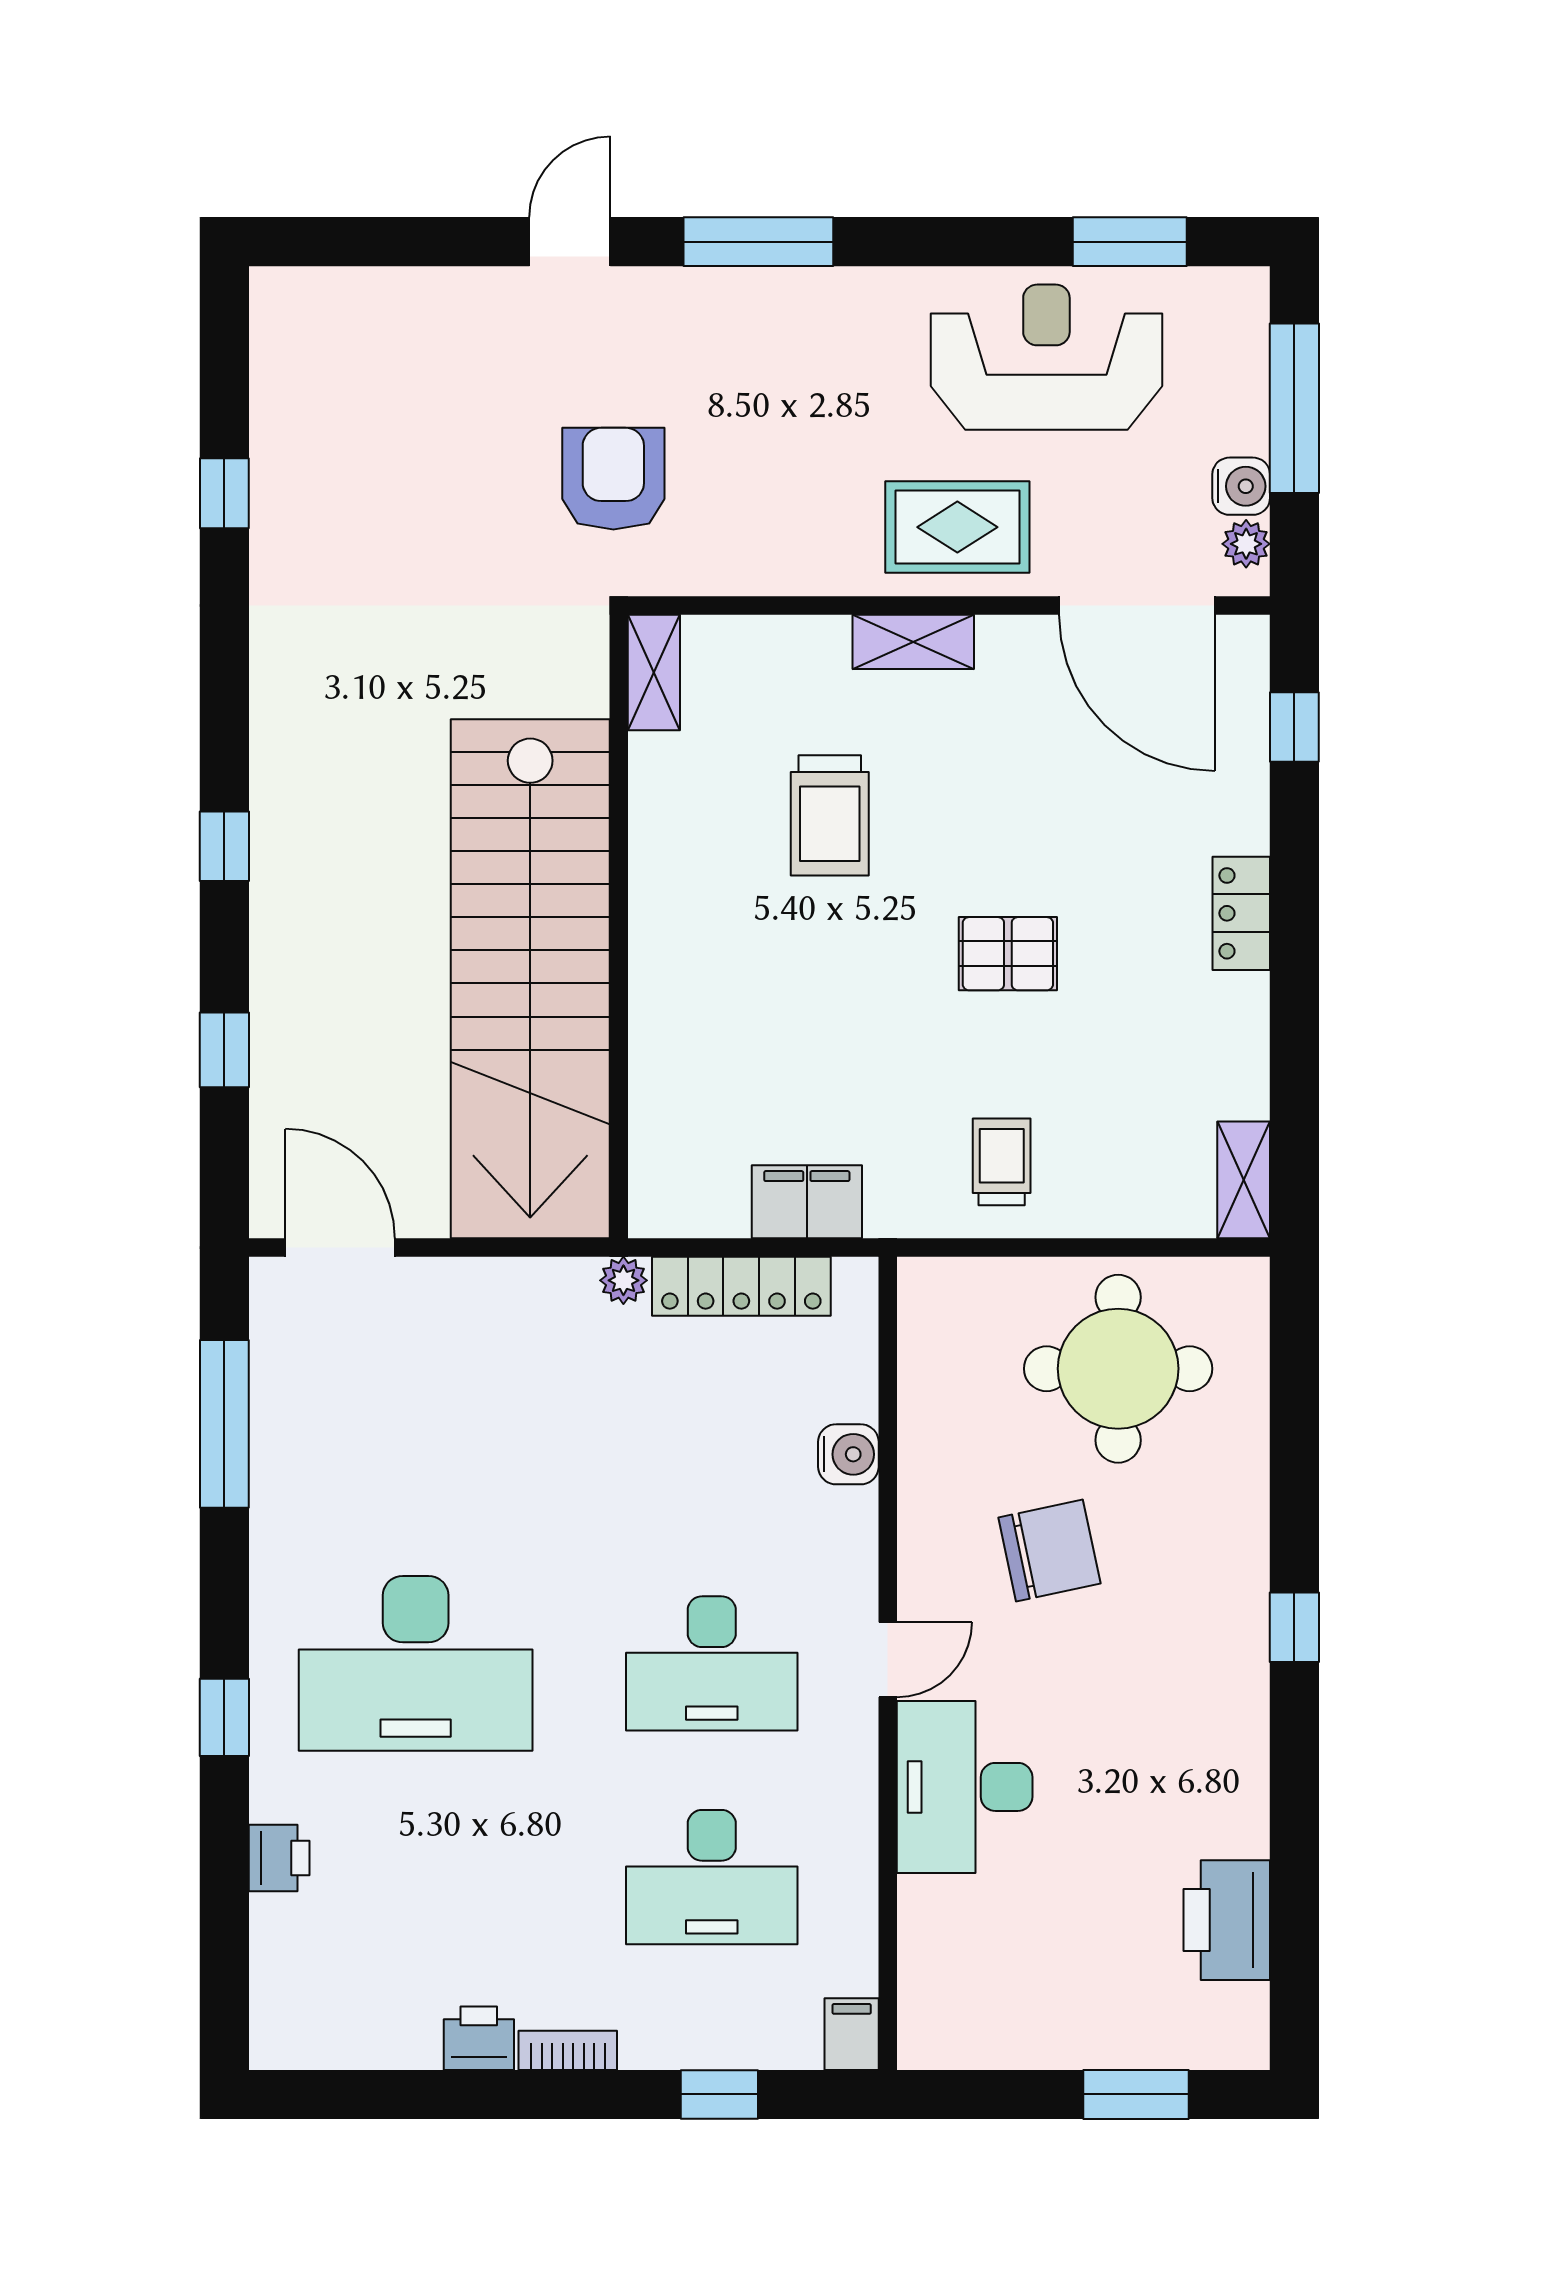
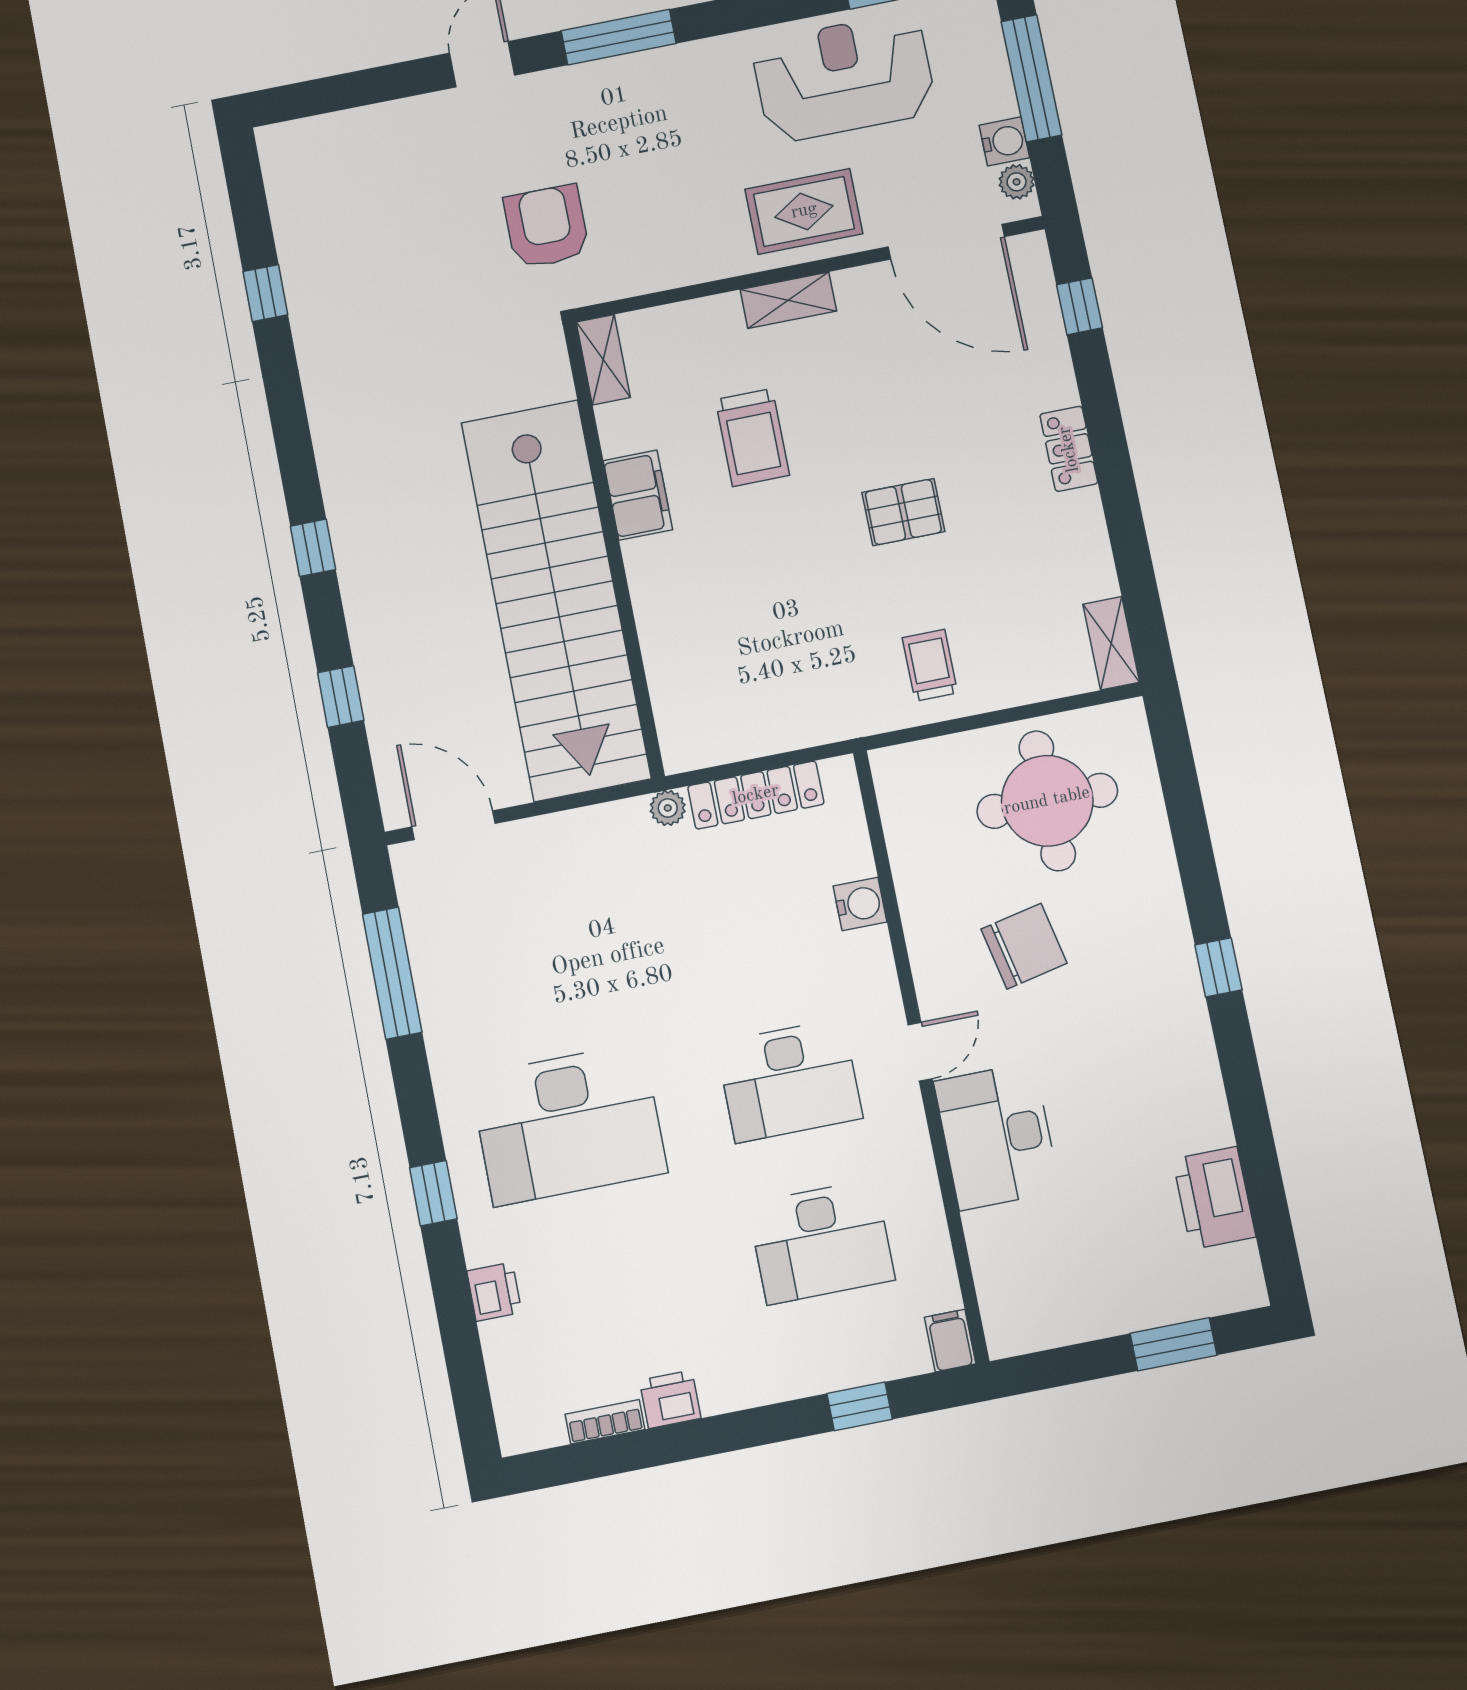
filing cabinet: (807, 1202) -> (638, 495), moved, turned 90
bookcase: (568, 2050) -> (605, 1422), moved

